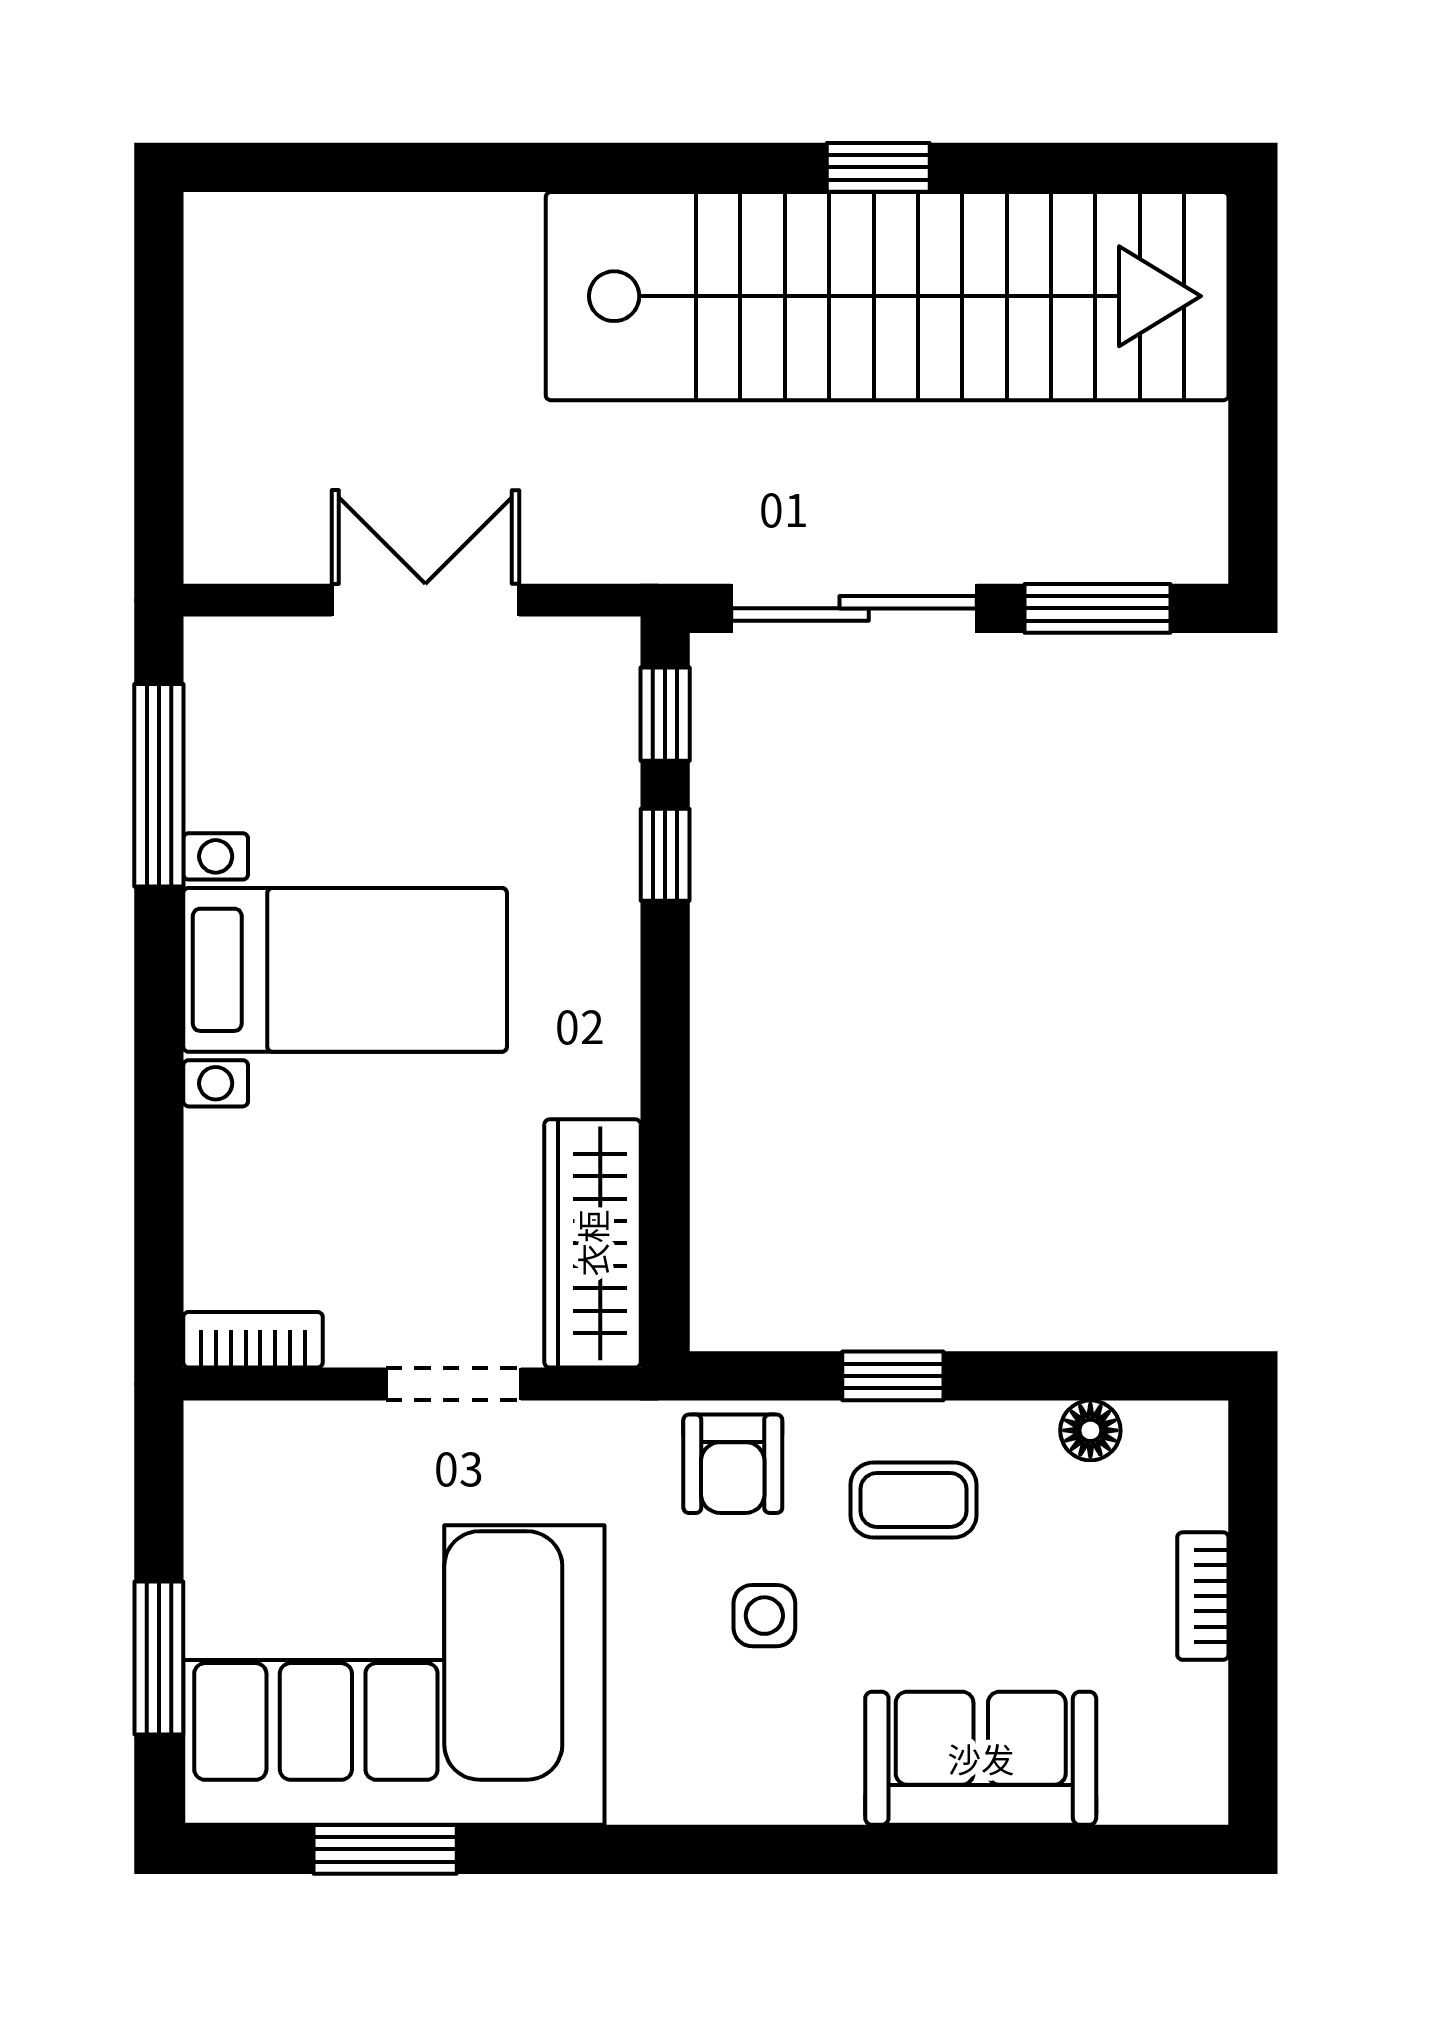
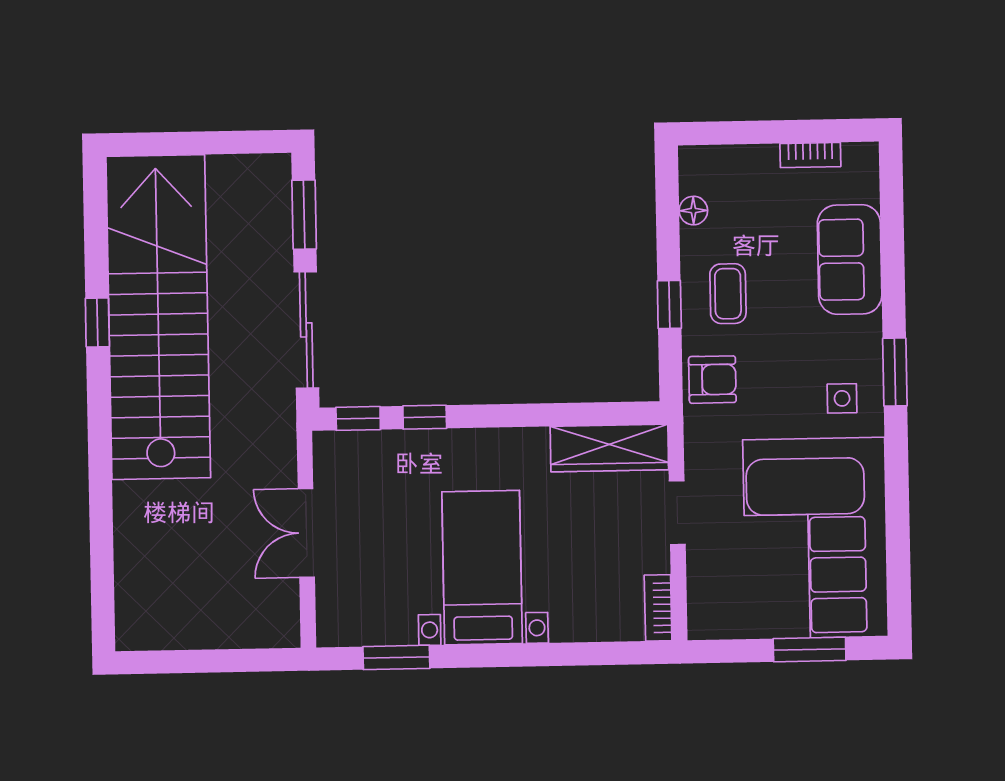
window: (159, 785) -> (396, 657), width x0.69
bookcase: (1203, 1596) -> (810, 155), moved
side table: (764, 1616) -> (842, 398), moved
window: (385, 1849) -> (895, 372), moved

